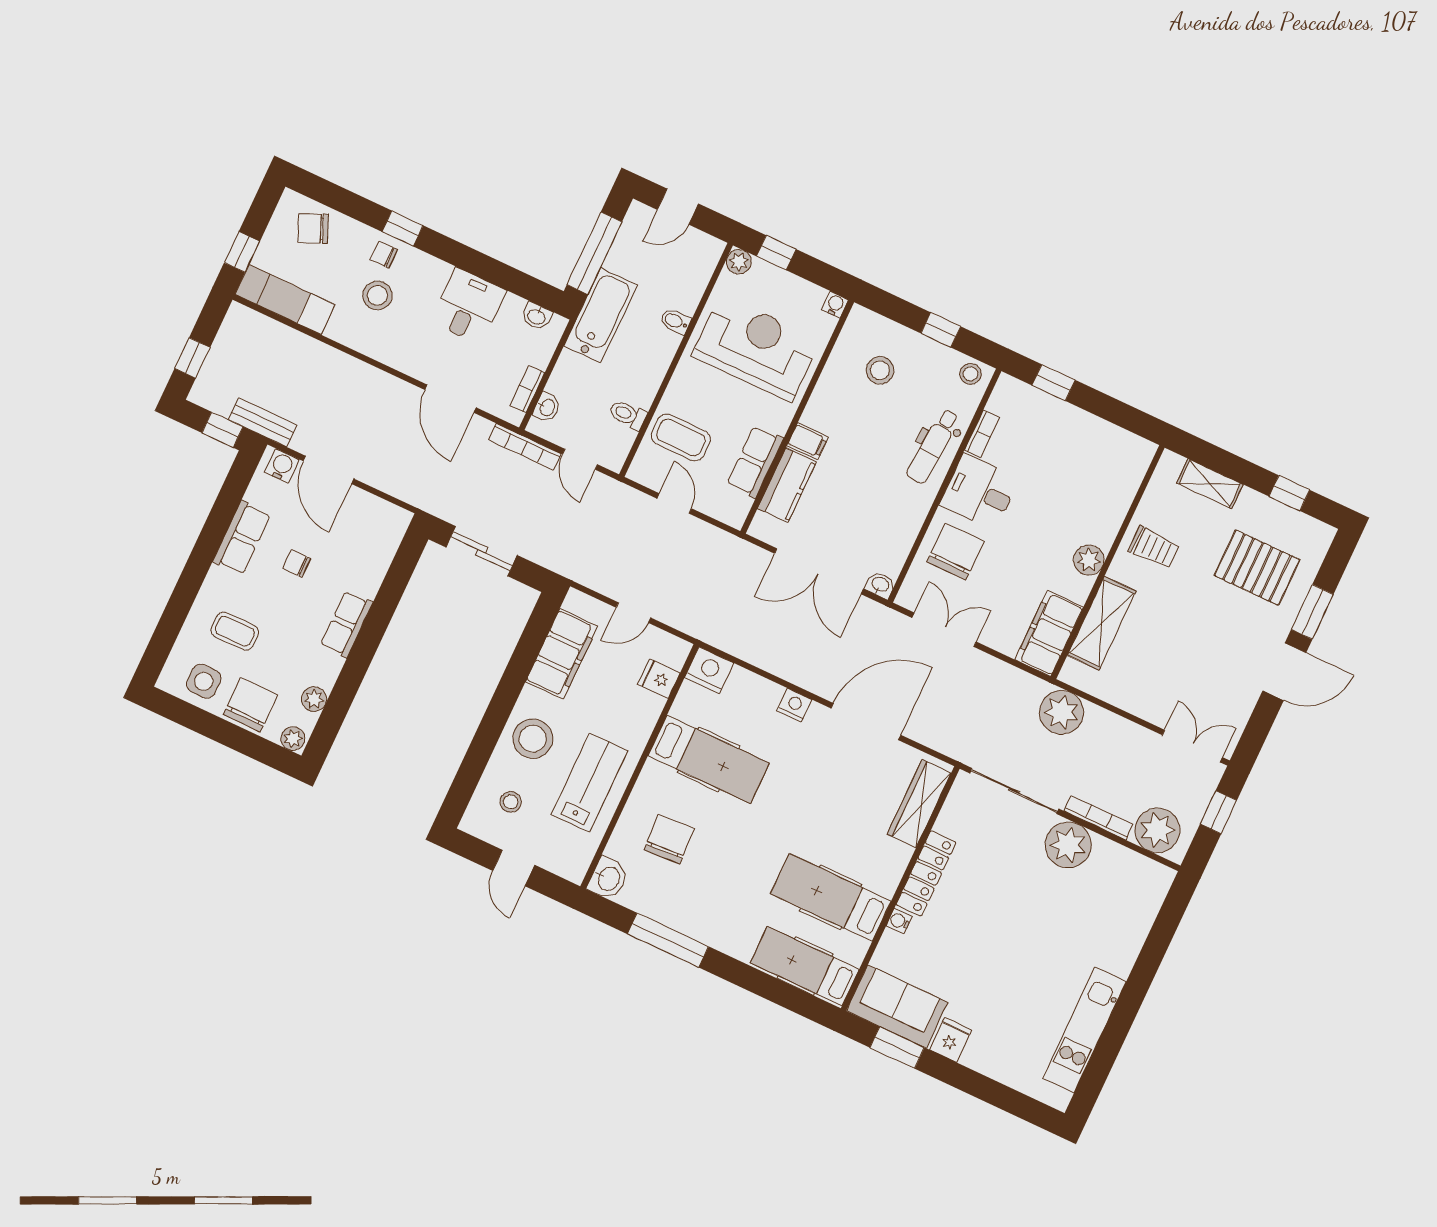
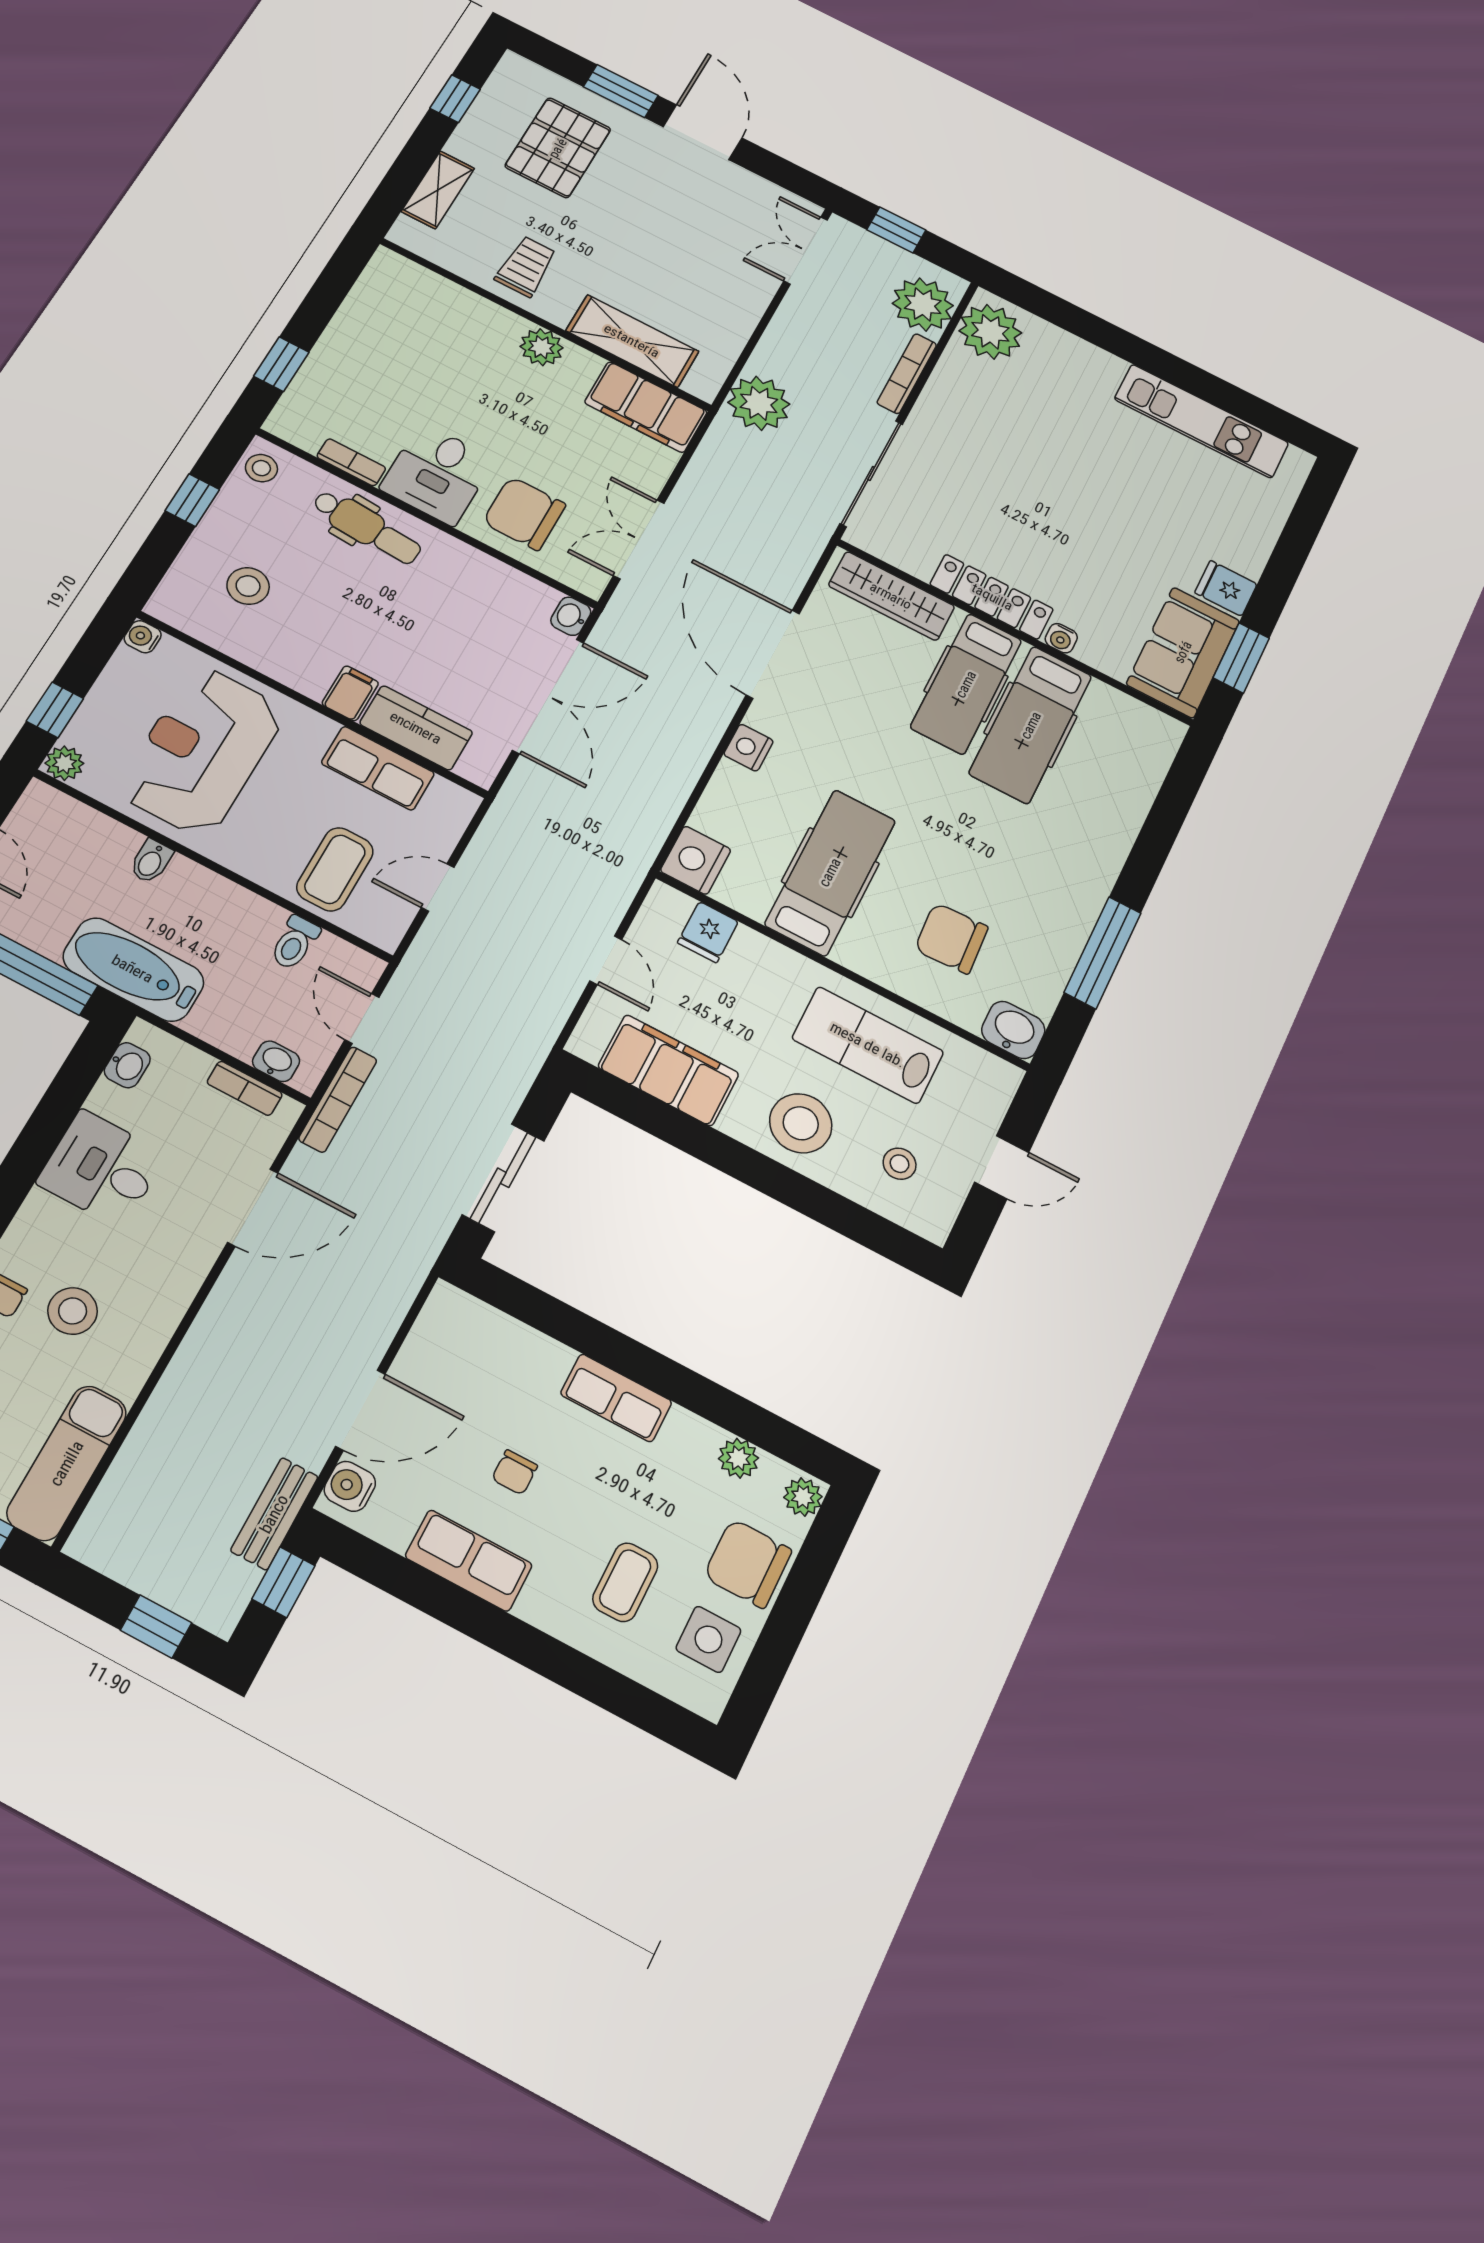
door: (580, 459) -> (362, 1019), swing flipped
plant: (1068, 845) -> (990, 332), moved
hospital bed: (805, 966) -> (966, 684), moved

